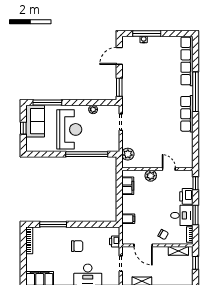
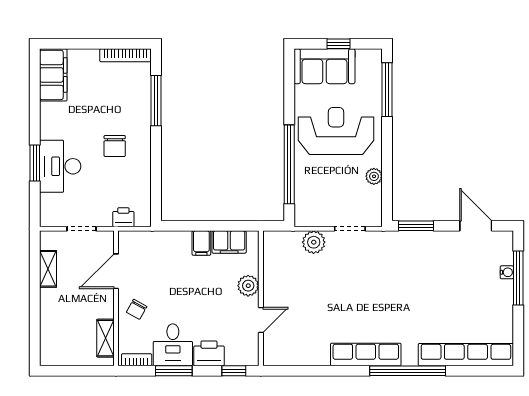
sofa: (35, 121) -> (324, 66), moved
reception desk: (69, 129) -> (336, 131), turned 180
plant: (128, 154) -> (314, 242), moved
filing cabinet: (128, 219) -> (201, 243), moved
window: (195, 263) -> (83, 371), removed

